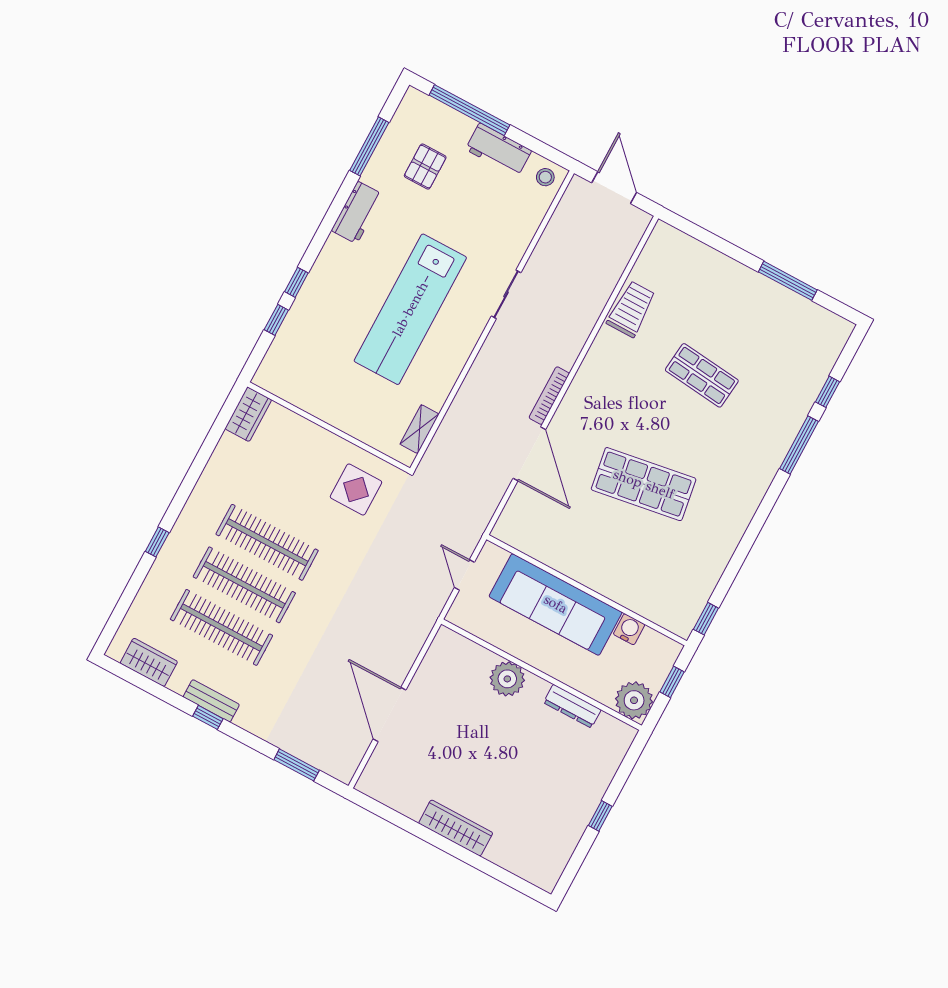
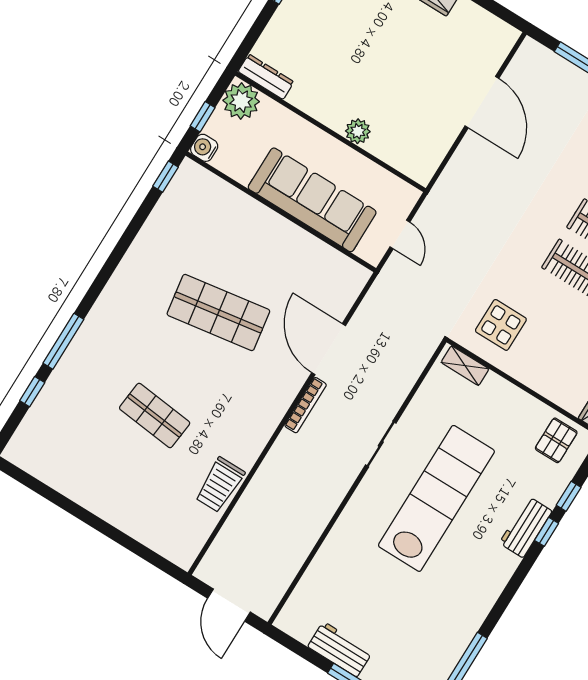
pallet: (425, 167) -> (556, 440), moved
stool: (545, 177) -> (296, 620), removed
workbench: (357, 213) -> (526, 527), moved
window: (788, 281) -> (64, 503), removed
sliding door: (506, 294) -> (381, 444), moved
shelving: (419, 429) -> (465, 366), moved, turned 90
water cooler: (629, 629) -> (204, 148), moved, turned 90
plant: (507, 679) -> (358, 131), width x0.73, depth x0.73
dresser: (572, 706) -> (266, 77), moved

